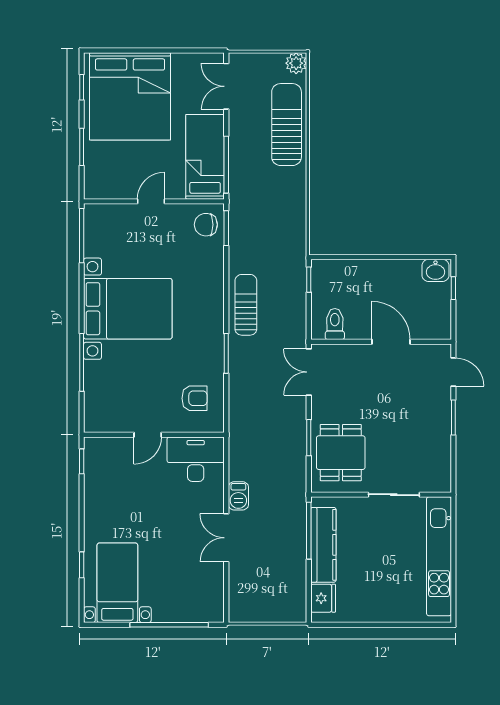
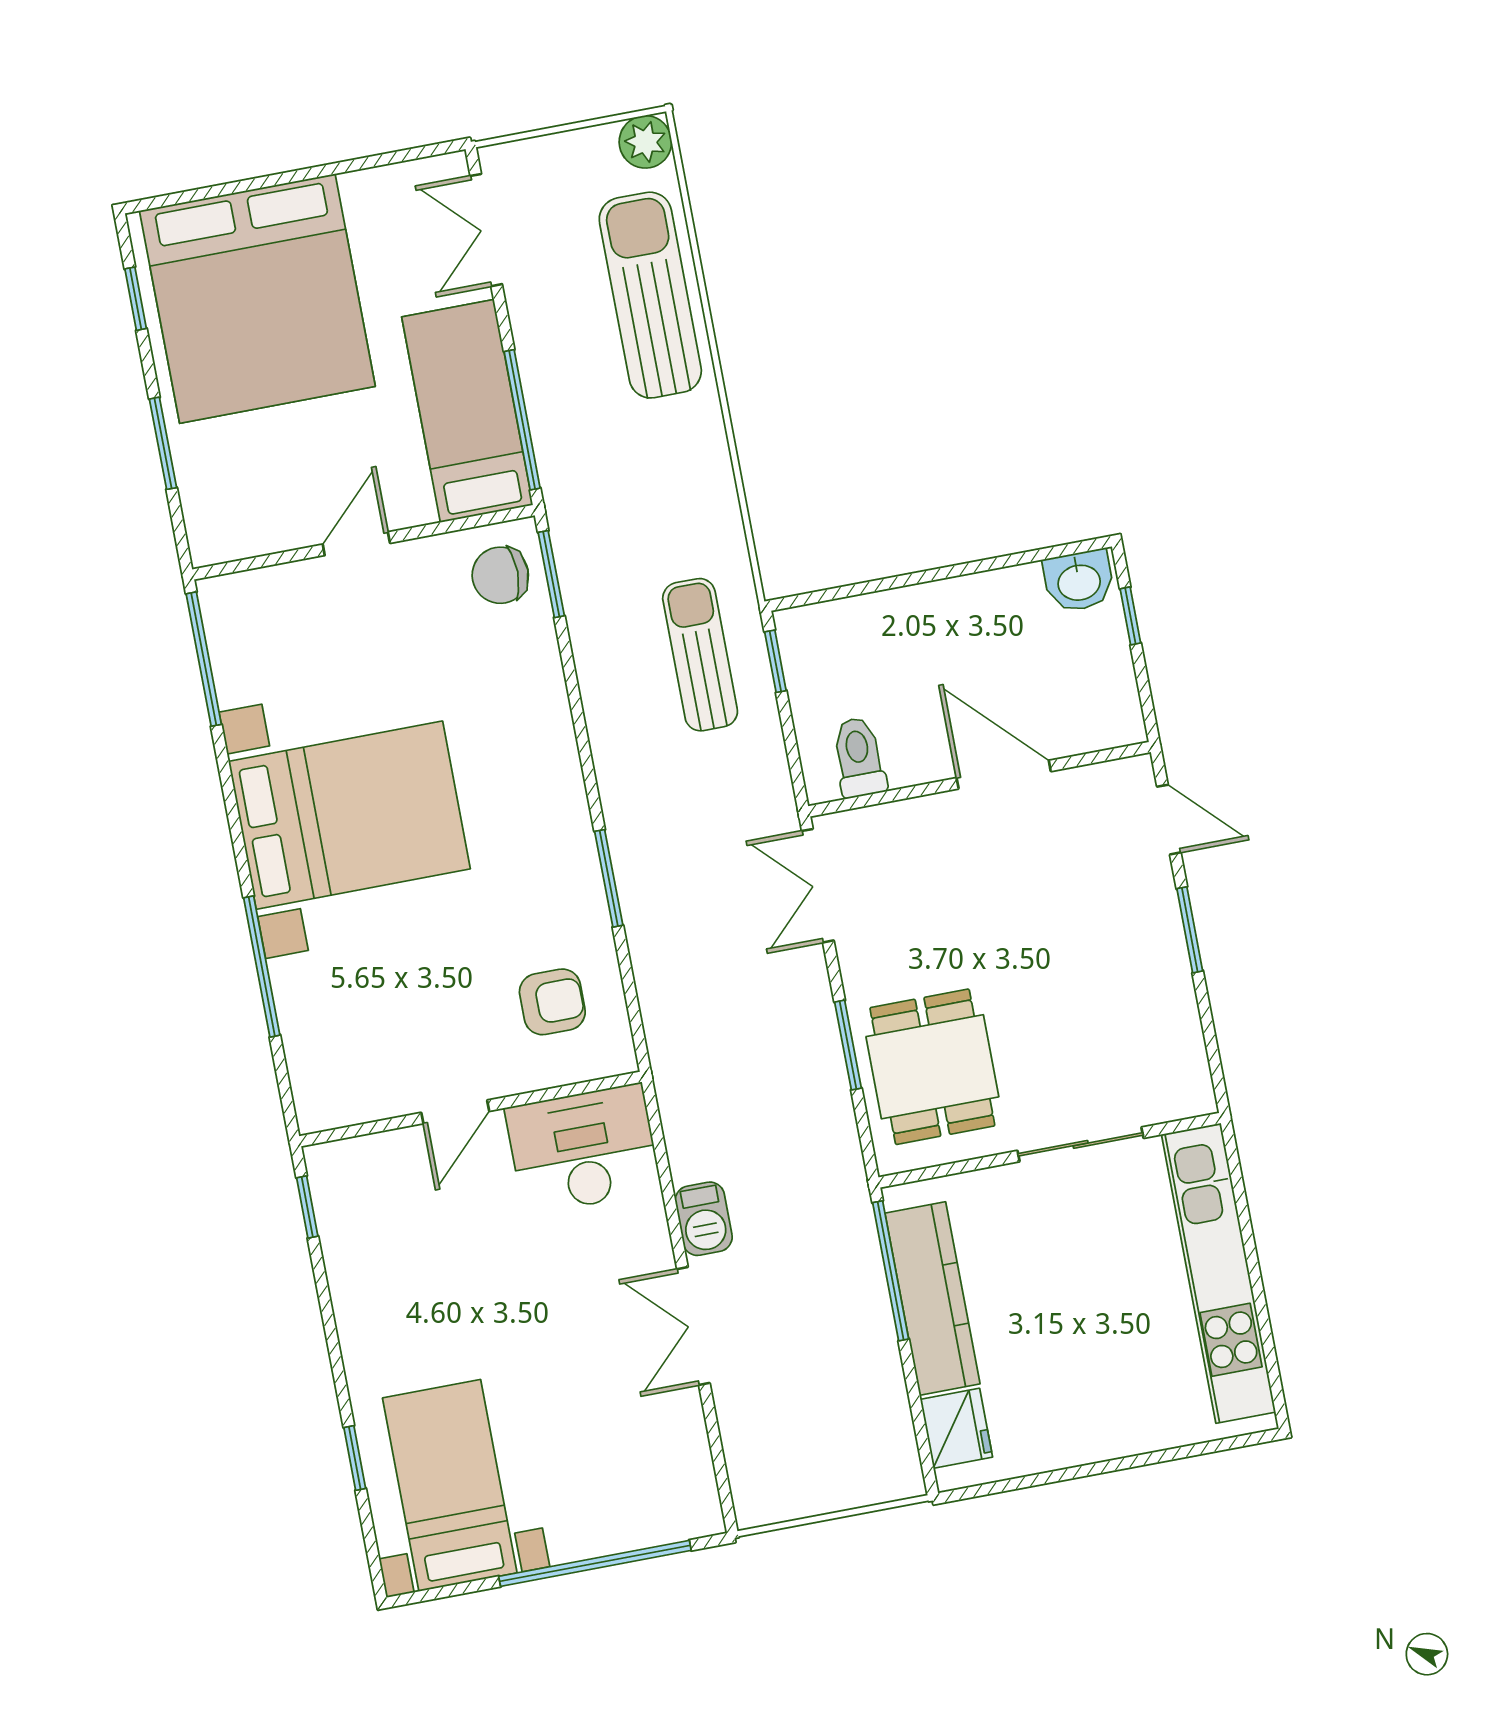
sun lounger: (246, 305) -> (700, 655), moved

